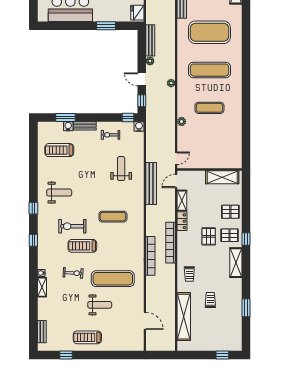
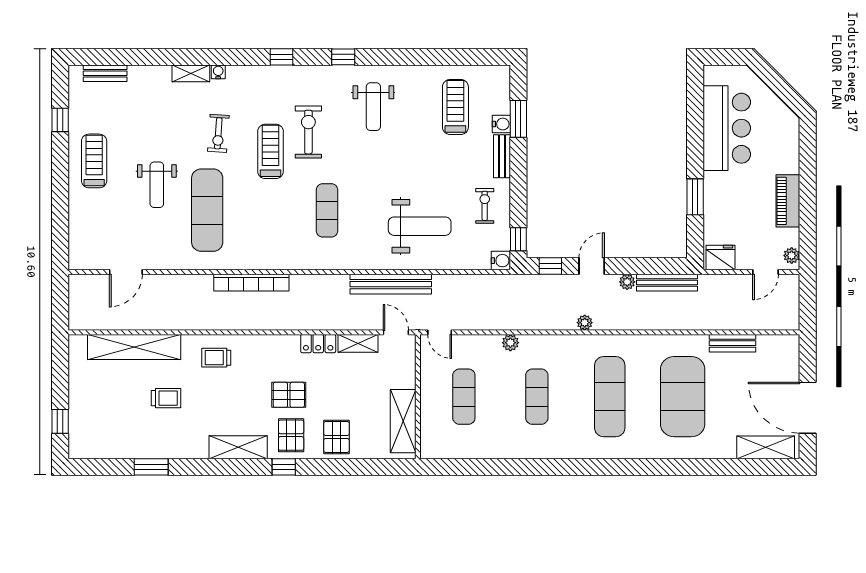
exercise mat: (209, 146) -> (464, 397), added
weight bench: (121, 169) -> (420, 226), width x1.36, depth x1.33
bookcase: (170, 243) -> (277, 321), removed

